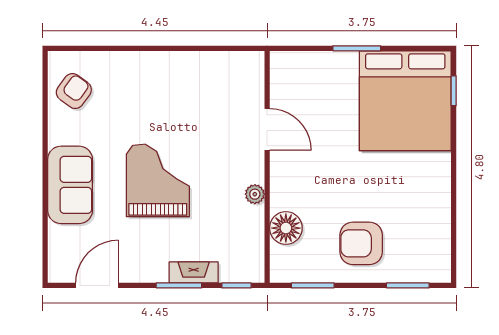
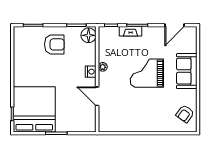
grand piano: (158, 180) -> (147, 73), turned 90
nightstand: (281, 184) -> (91, 72), added
floor lamp: (286, 228) -> (89, 35), moved

